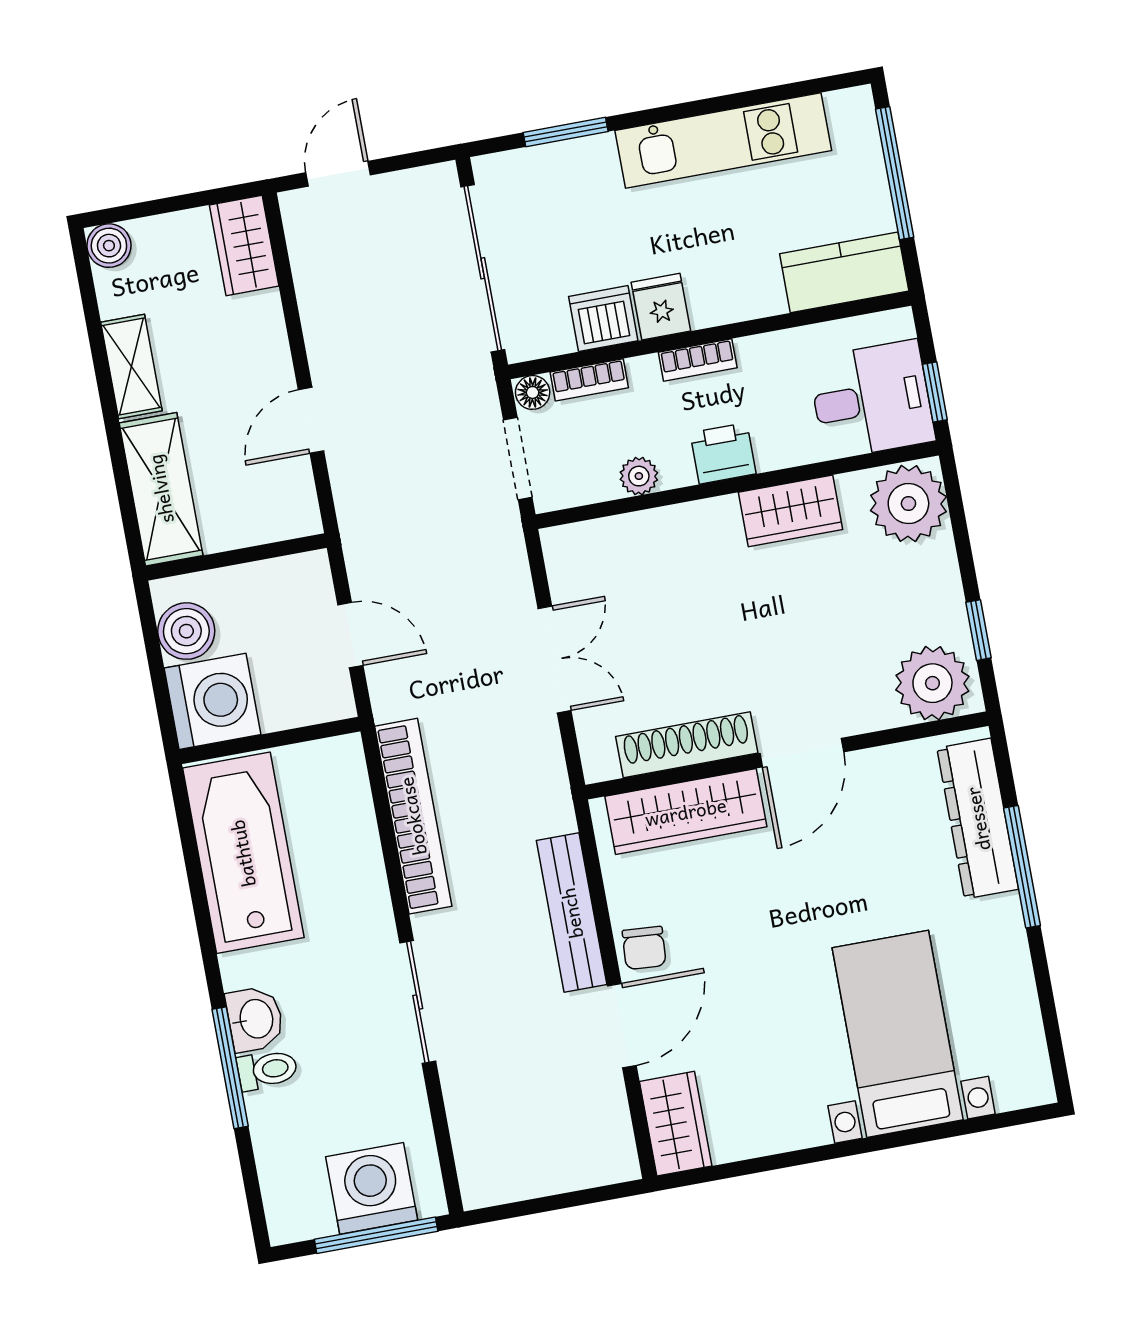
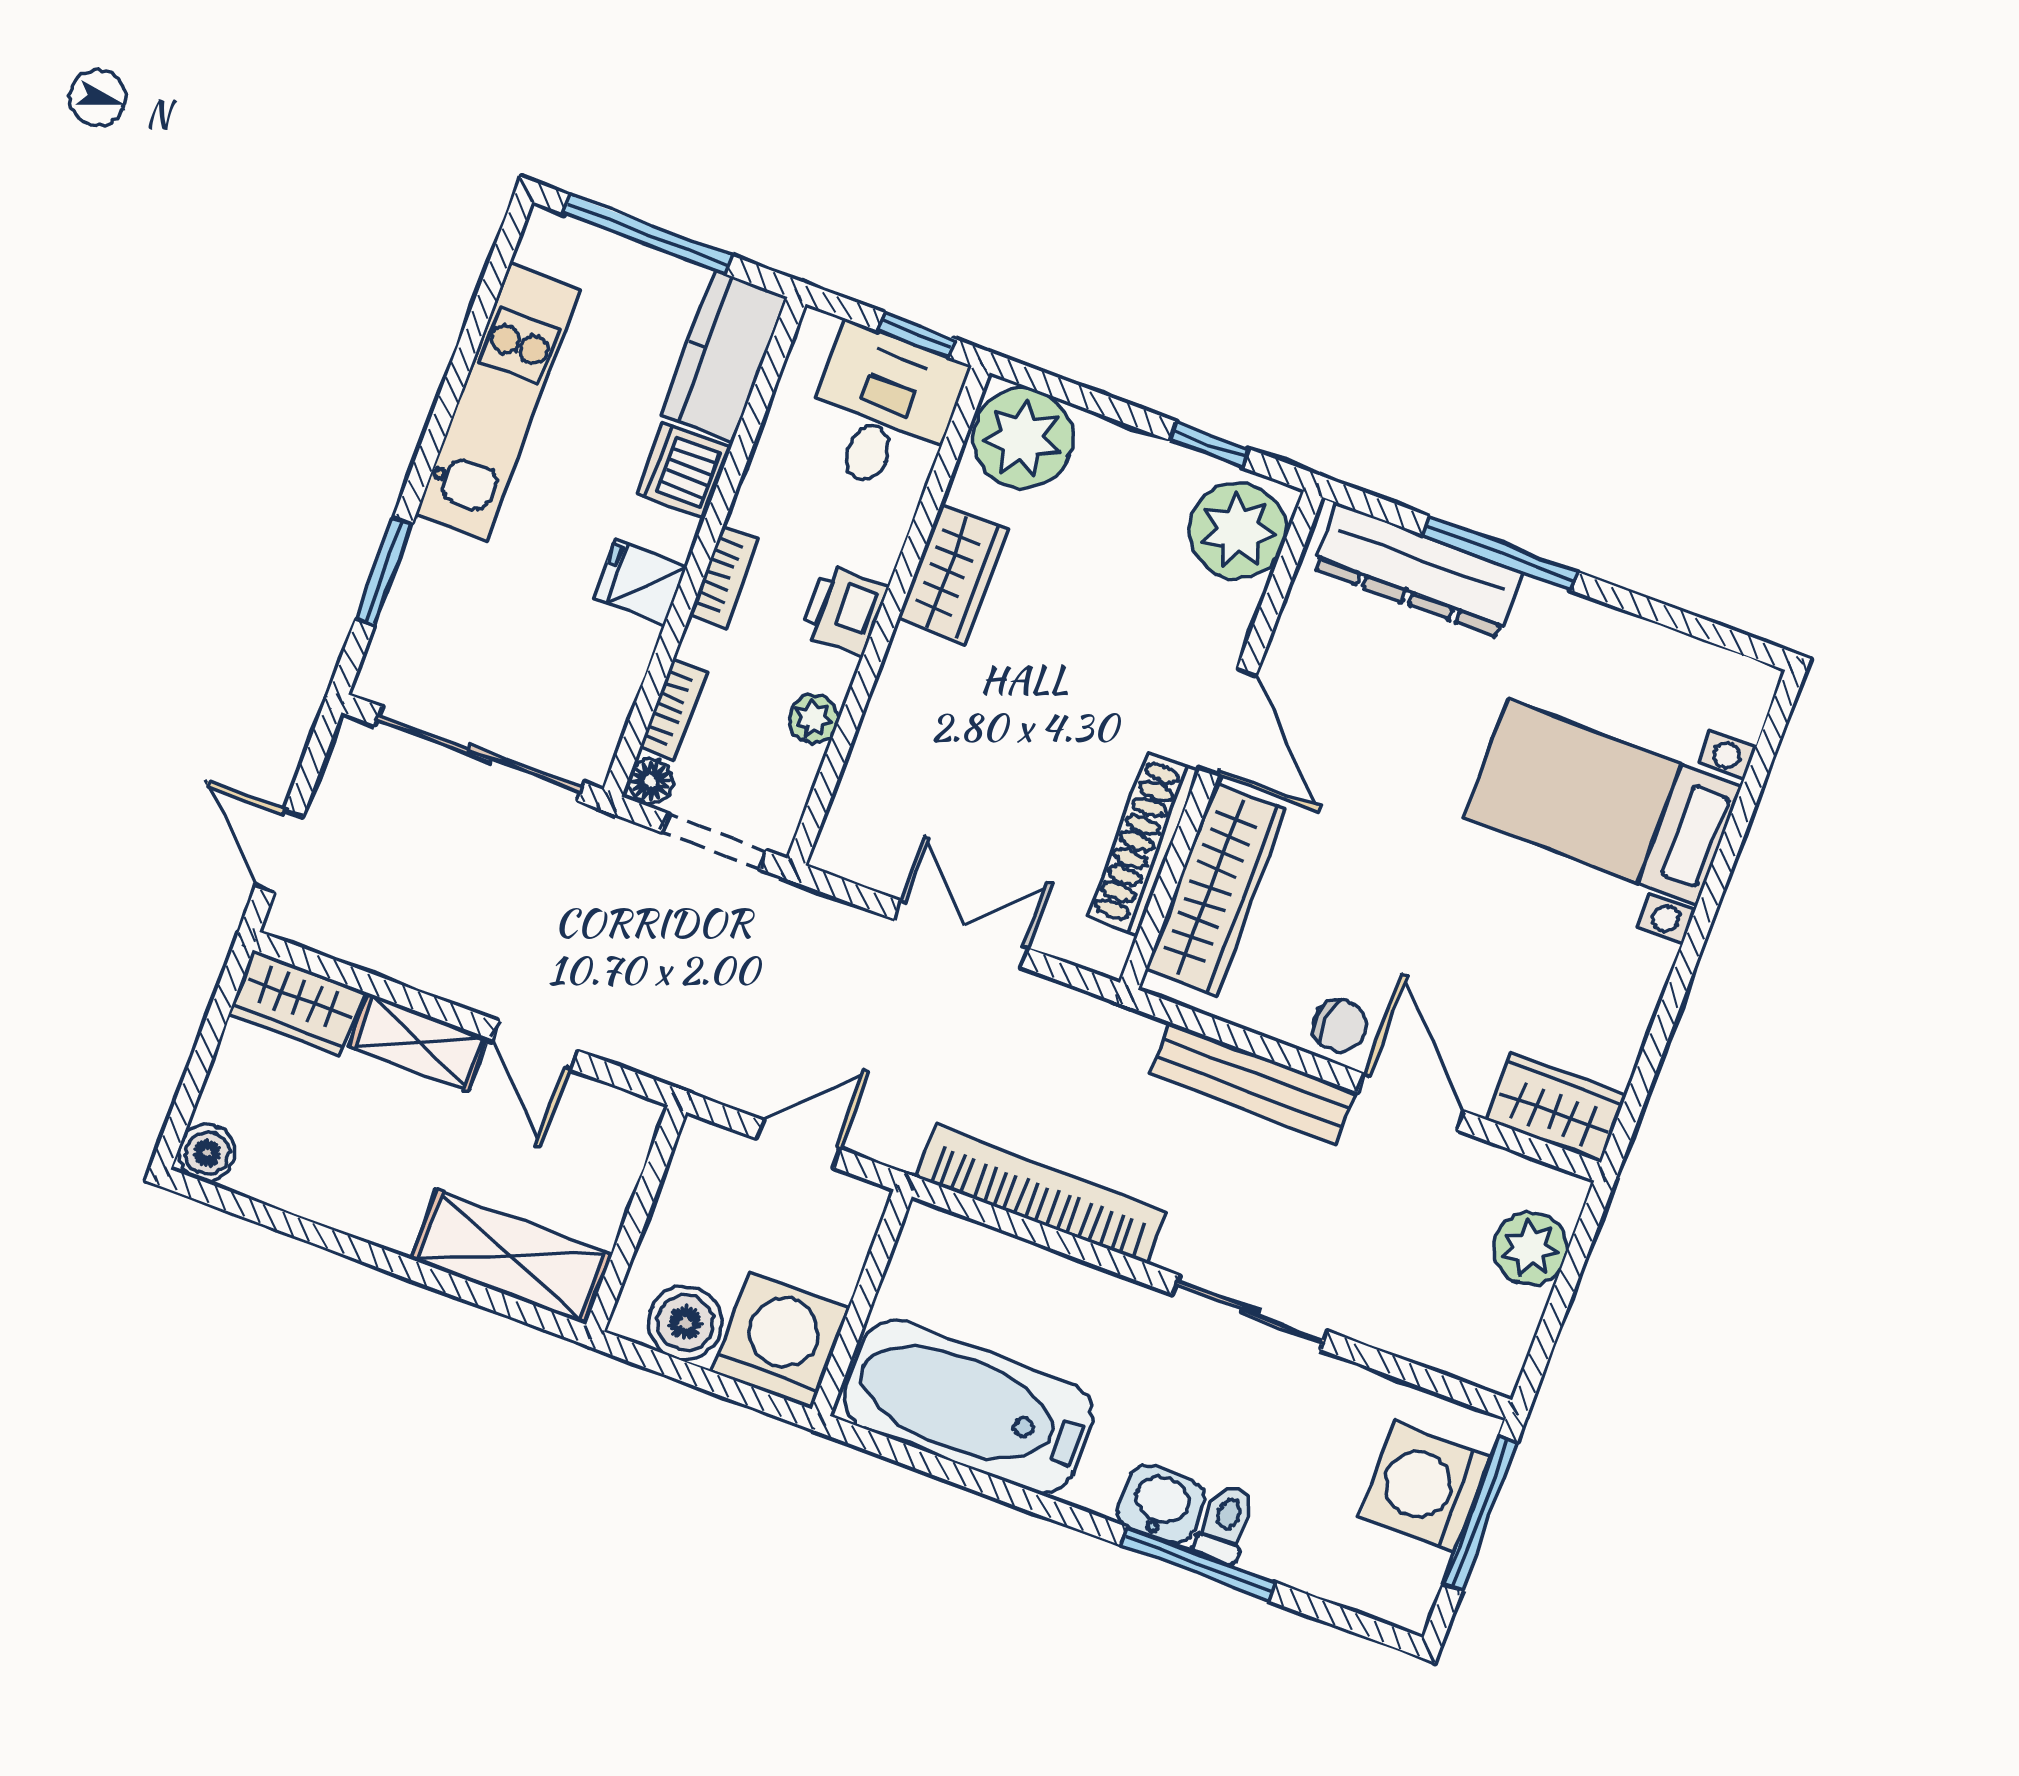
dishwasher: (603, 319) -> (684, 471), moved
shelving: (131, 366) -> (419, 1042), moved
plant: (572, 1163) -> (1530, 1249), added

